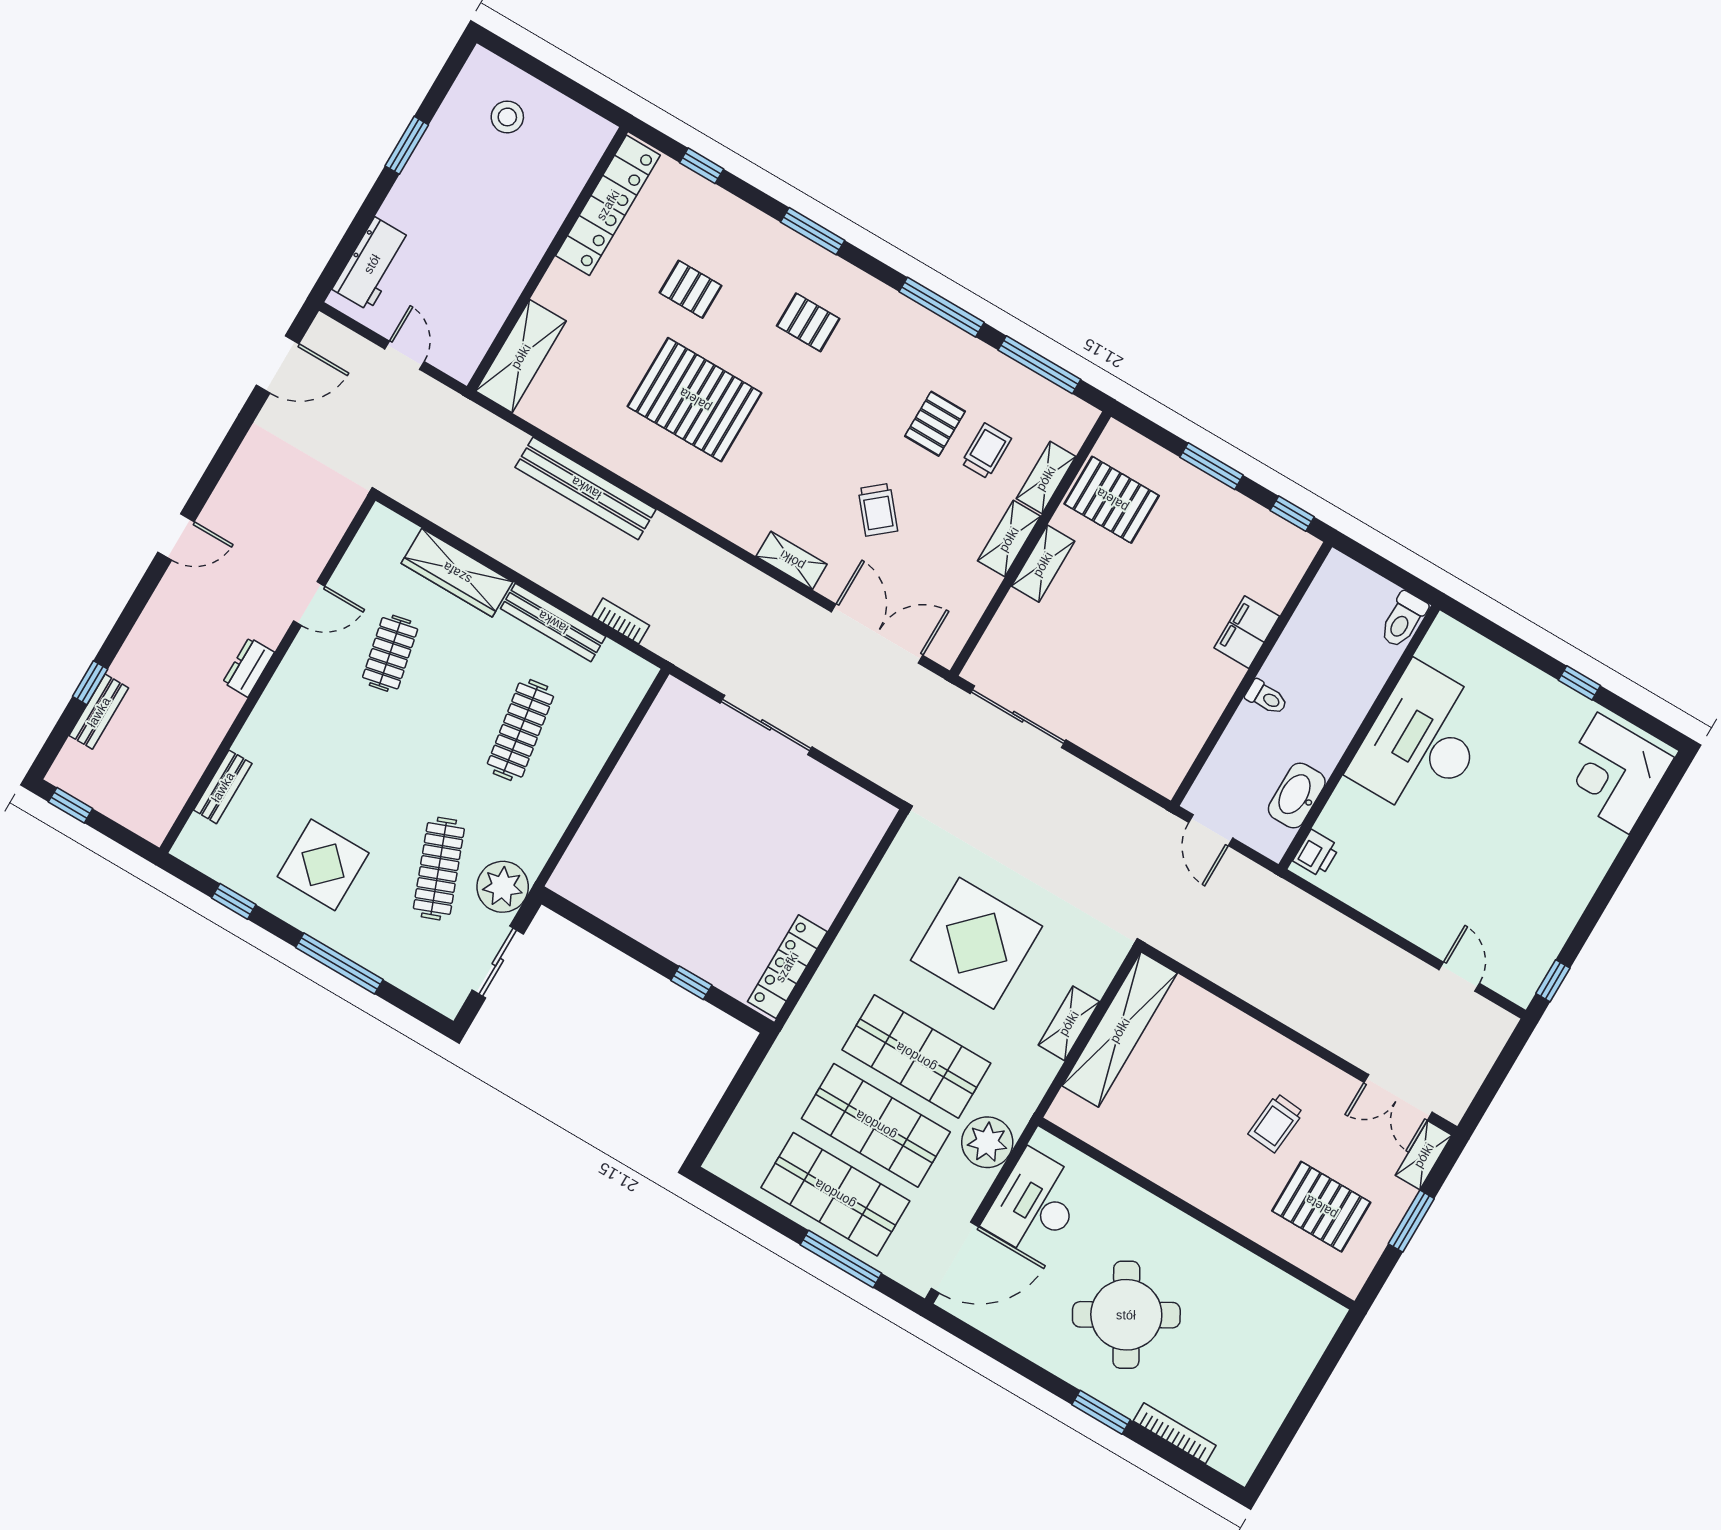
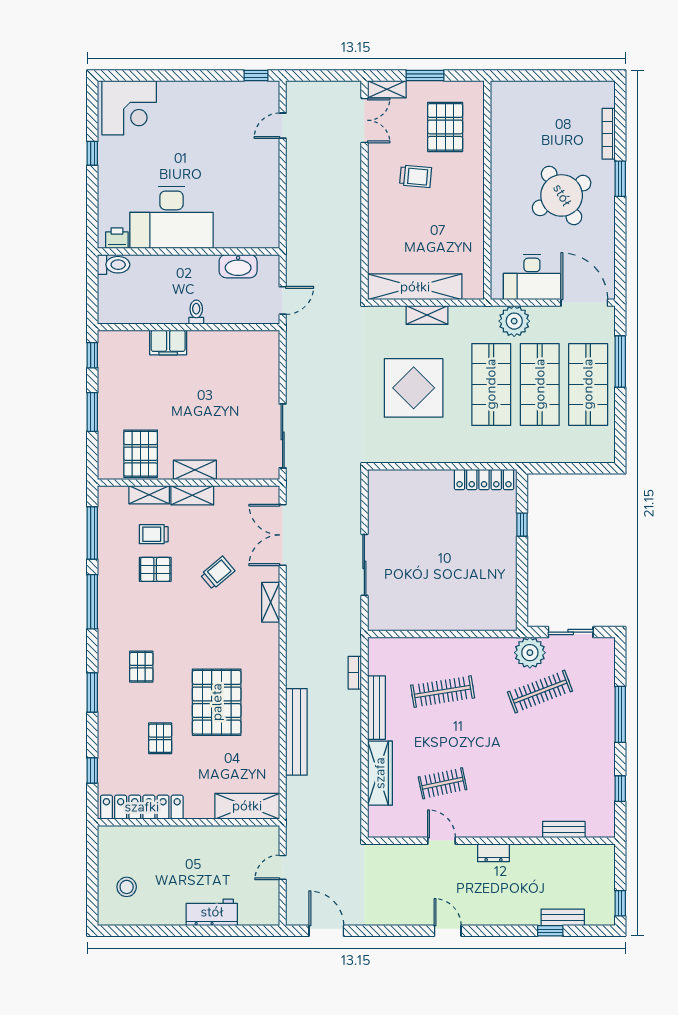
window: (407, 145) -> (172, 931), removed
workbench: (372, 264) -> (212, 912), moved
printer: (1316, 853) -> (117, 238), moved
display table: (323, 865) -> (574, 753), removed

